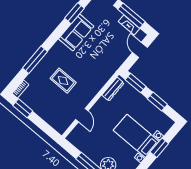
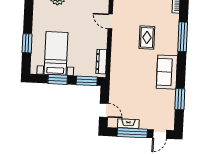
sofa: (76, 33) -> (167, 72), moved
rug: (63, 81) -> (147, 37), turned 90
bed with nightstands: (136, 136) -> (56, 53), moved, turned -90

